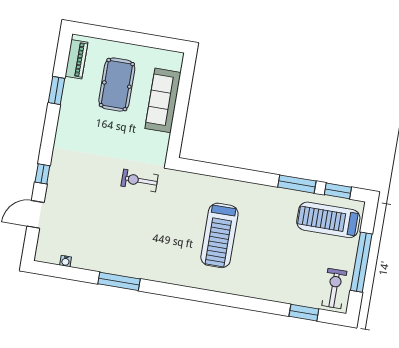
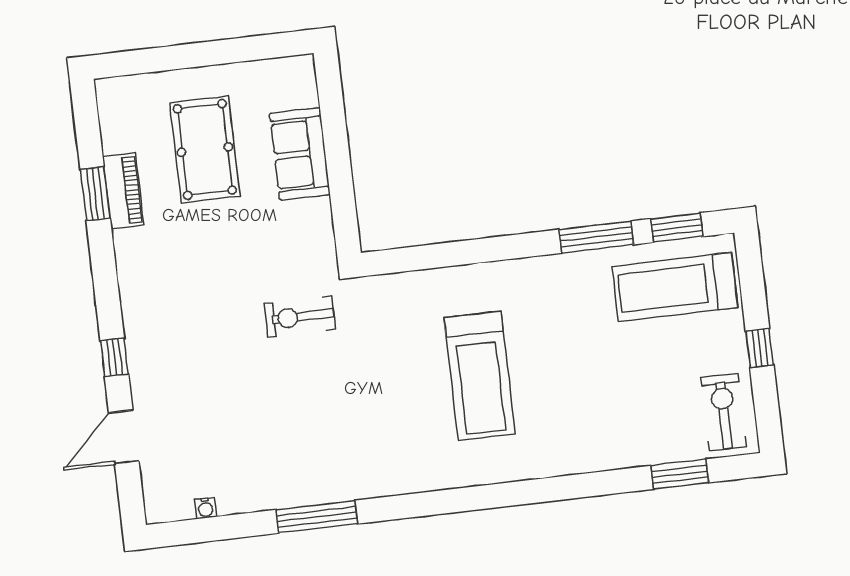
piano: (76, 59) -> (123, 191), moved
sofa: (163, 100) -> (300, 154), width x0.73
window: (361, 262) -> (760, 348), width x0.32

